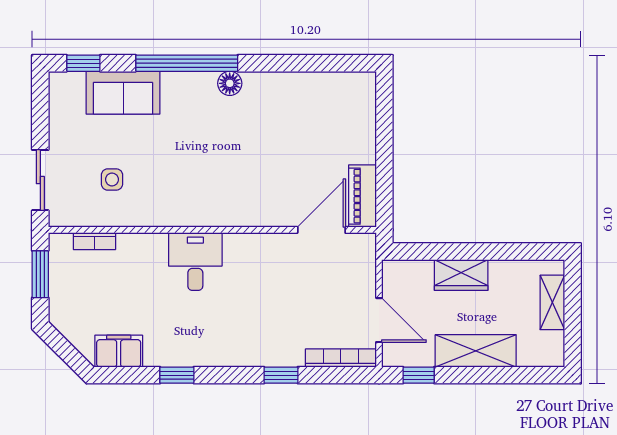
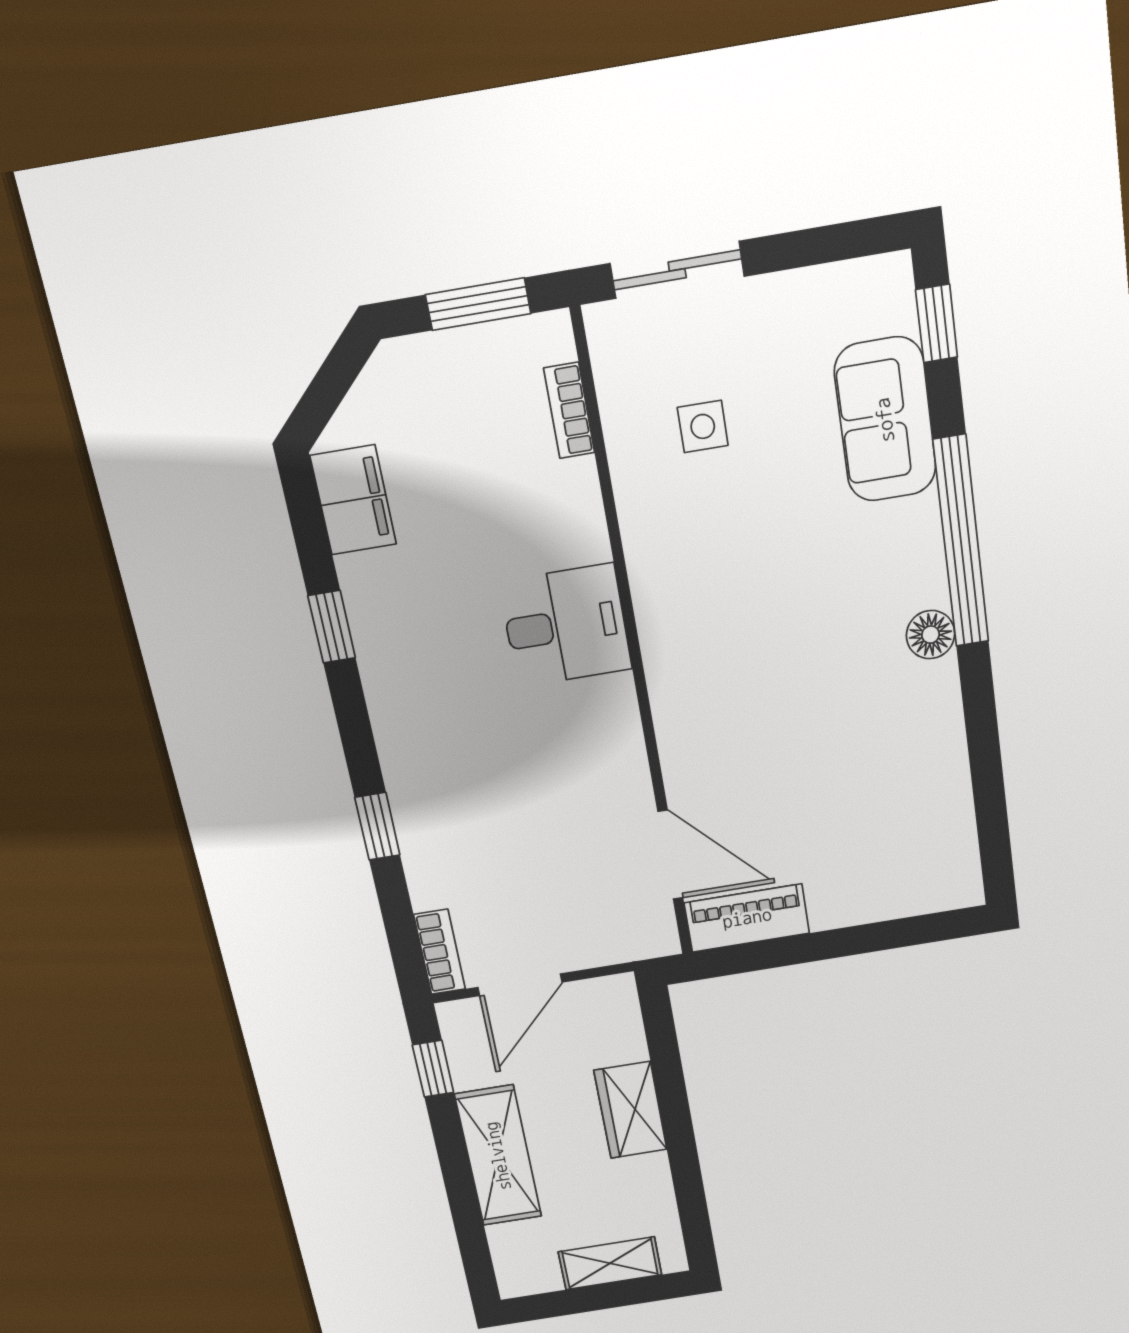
bookcase: (341, 358) -> (440, 952), width x0.64

